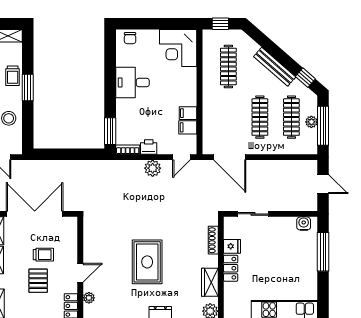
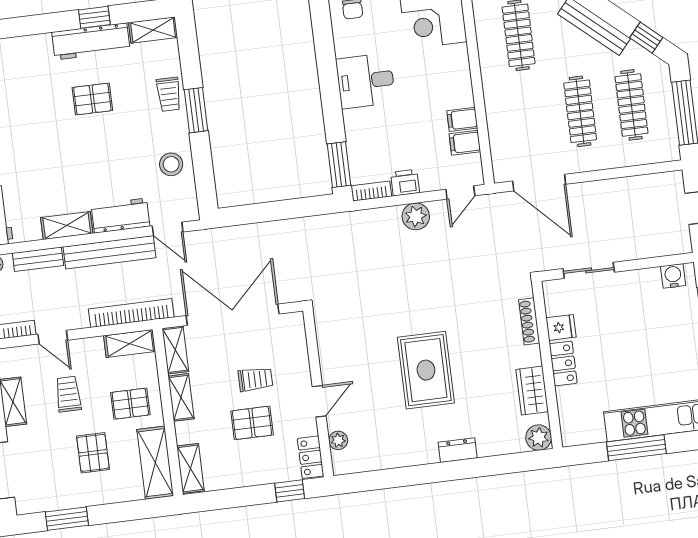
plant: (311, 122) -> (665, 109), removed
pallet: (38, 281) -> (252, 423), turned 90

